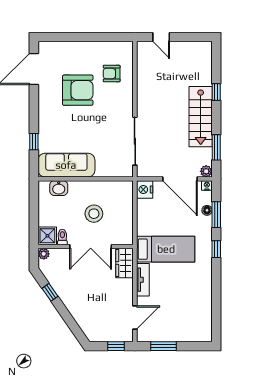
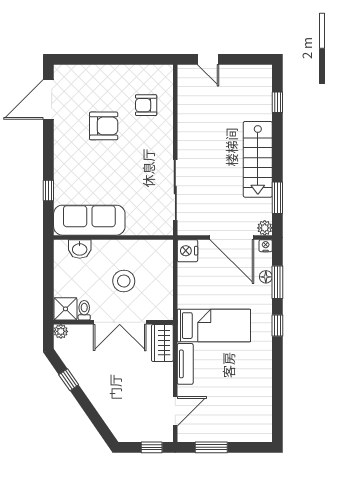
armchair: (78, 90) -> (104, 126), width x0.73, depth x0.73
window: (216, 92) -> (277, 102), moved

